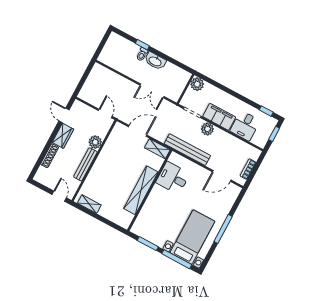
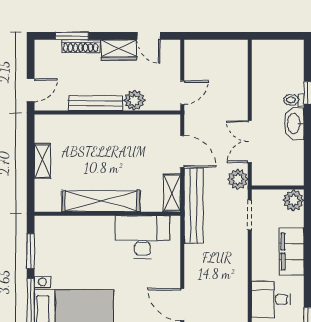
door: (64, 115) -> (148, 36), swing flipped
filing cabinet: (219, 117) -> (292, 252), moved, turned 180
plant: (207, 129) -> (238, 179), moved
bench: (187, 150) -> (194, 206), moved
window: (41, 157) -> (72, 36), added
desk: (173, 178) -> (143, 237), width x1.37
shelving: (89, 204) -> (42, 161), moved

